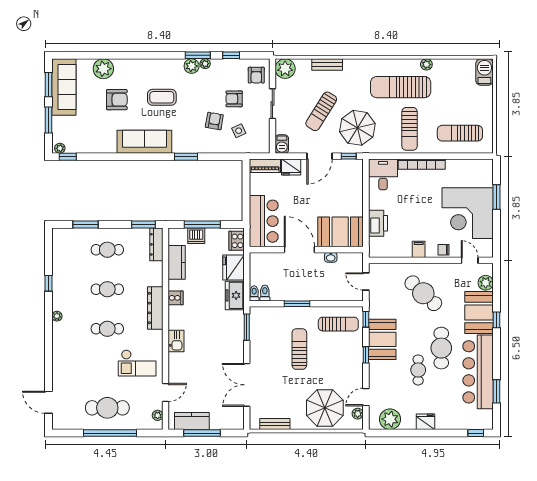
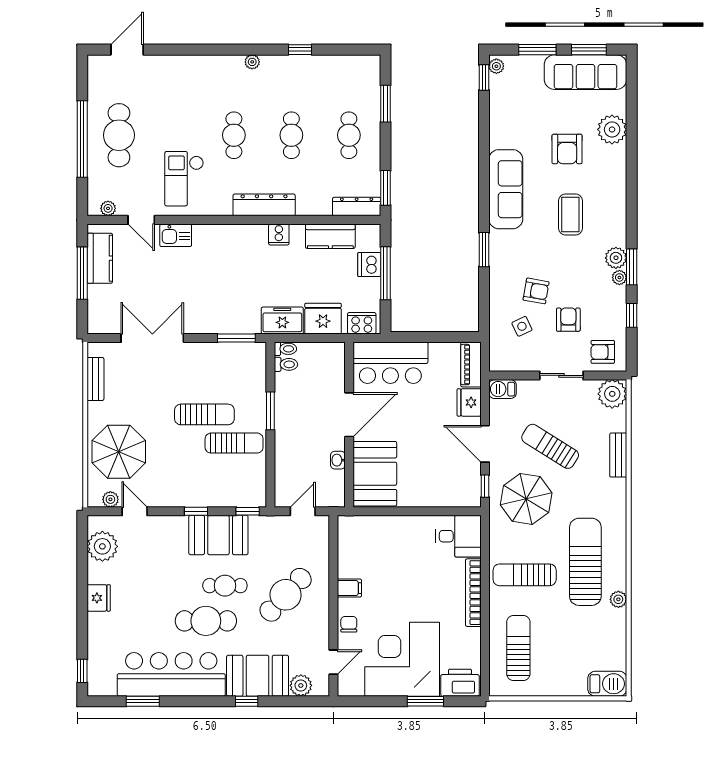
printer: (378, 223) -> (460, 683), moved, turned 180
sun lounger: (338, 324) -> (234, 443), moved, turned -90
kitchen sink: (176, 341) -> (176, 235), moved
cafe table: (418, 370) -> (225, 586), moved

